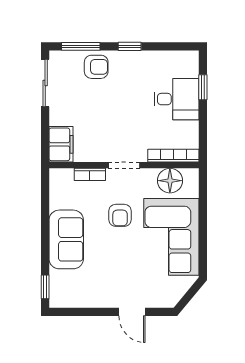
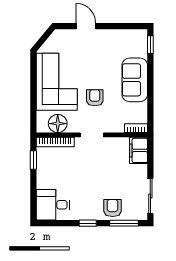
armchair: (96, 67) -> (113, 208), turned 90
window: (203, 87) -> (33, 160), moved
desk: (176, 99) -> (53, 205), moved
bookcase: (90, 174) -> (136, 128), moved

